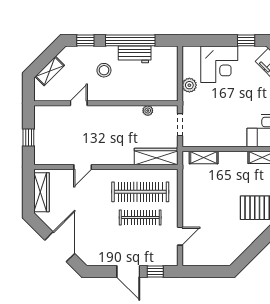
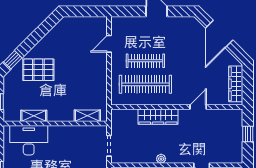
plant: (148, 111) -> (161, 159), moved
wardrobe: (156, 157) -> (158, 117), moved
window: (155, 271) -> (132, 11), removed

